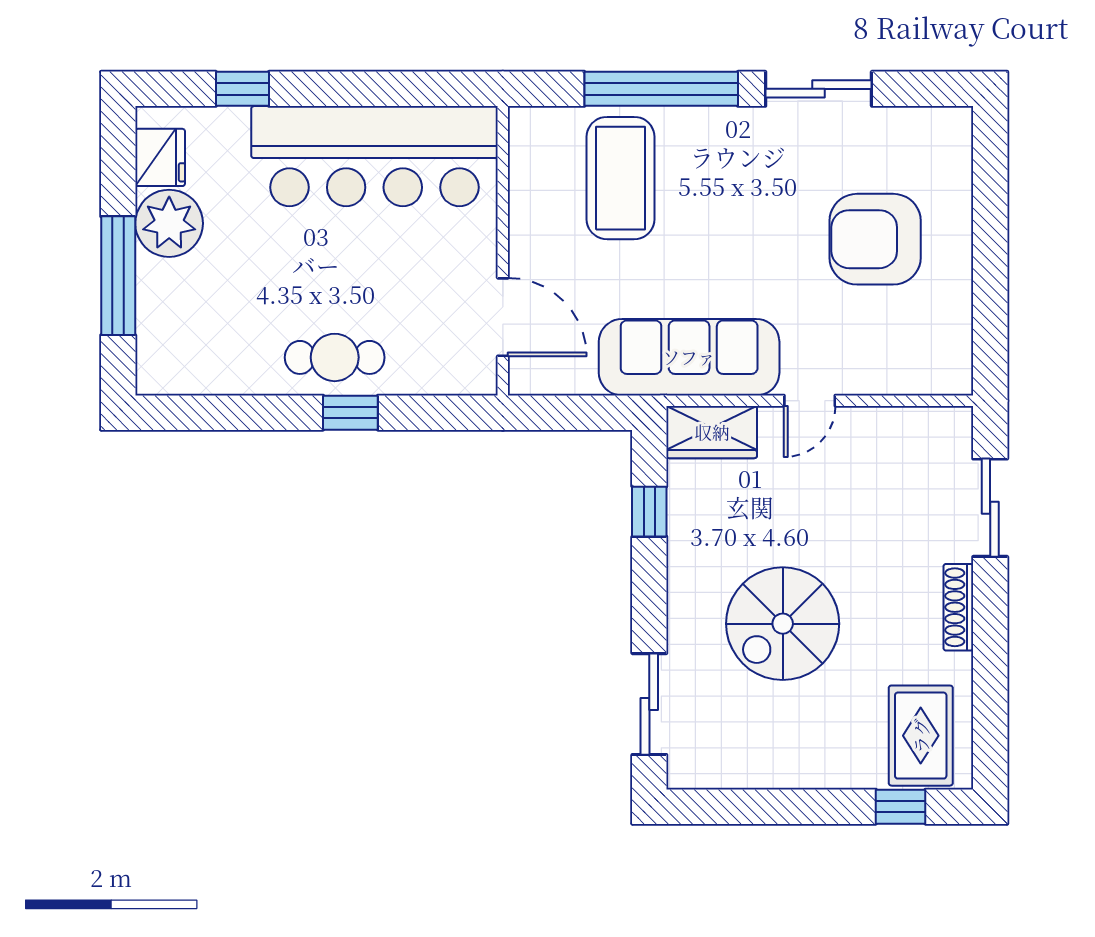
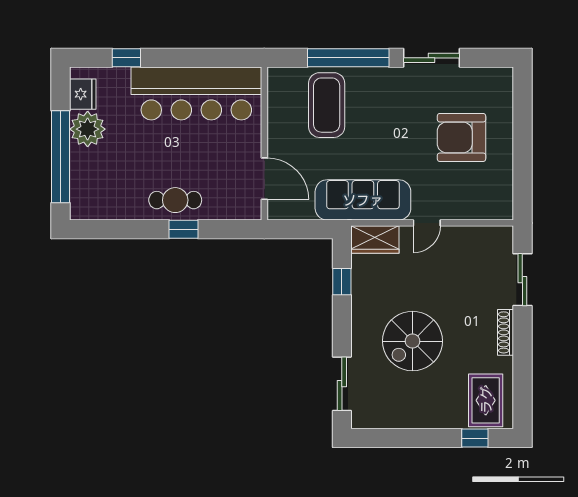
window: (118, 276) -> (61, 157), width x1.46

